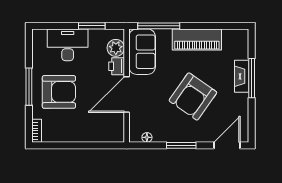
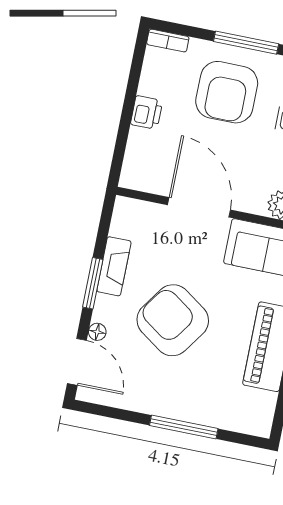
printer: (117, 66) -> (147, 112), moved, turned 90
fireplace: (242, 76) -> (114, 266), moved, turned 90
floor lamp: (147, 137) -> (97, 332), moved

